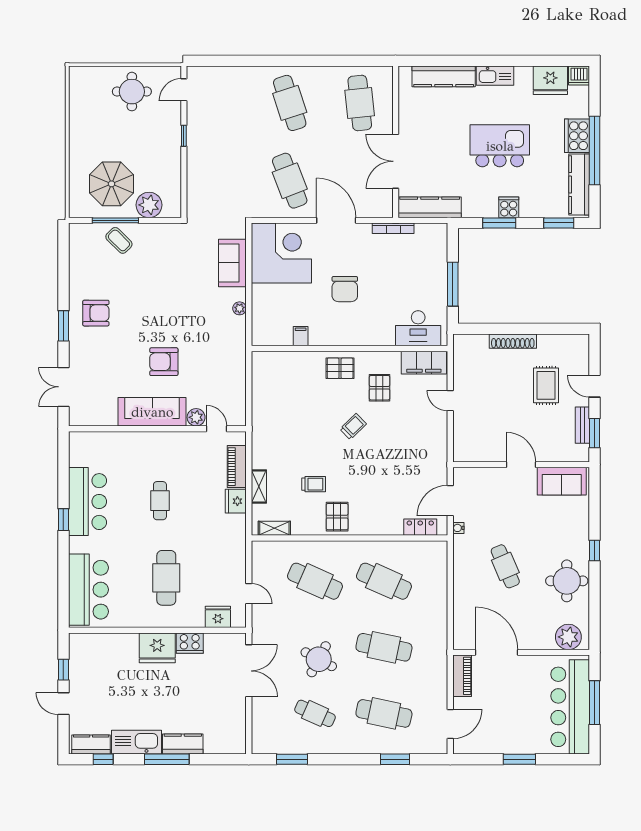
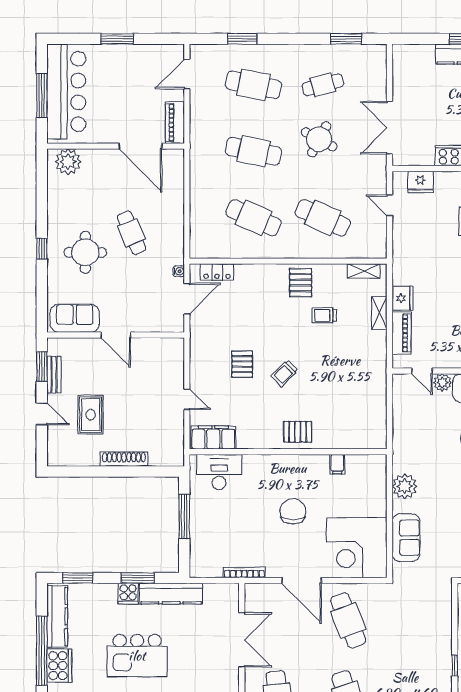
kitchen counter: (430, 207) -> (171, 594), moved
plant: (240, 308) -> (405, 486), width x1.87, depth x1.87
pallet: (380, 388) -> (242, 364), moved
round table: (567, 581) -> (85, 252), moved
cafe table: (315, 713) -> (323, 85), turned -39

